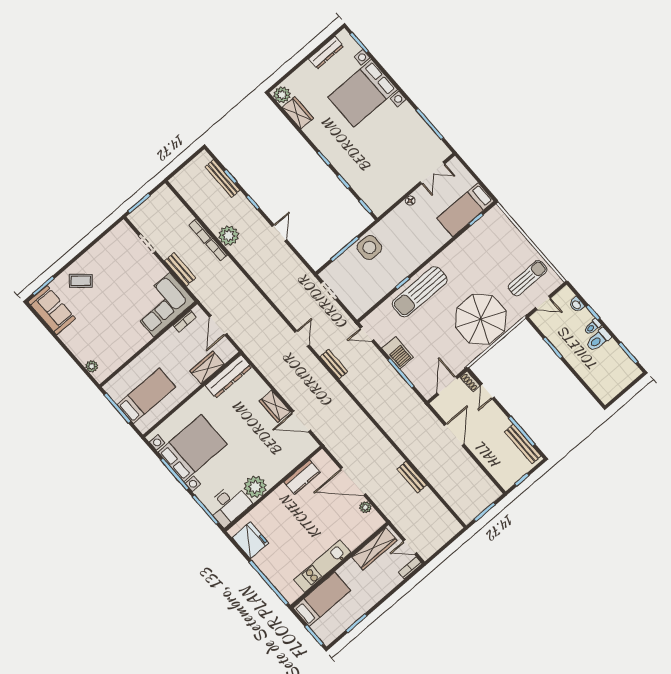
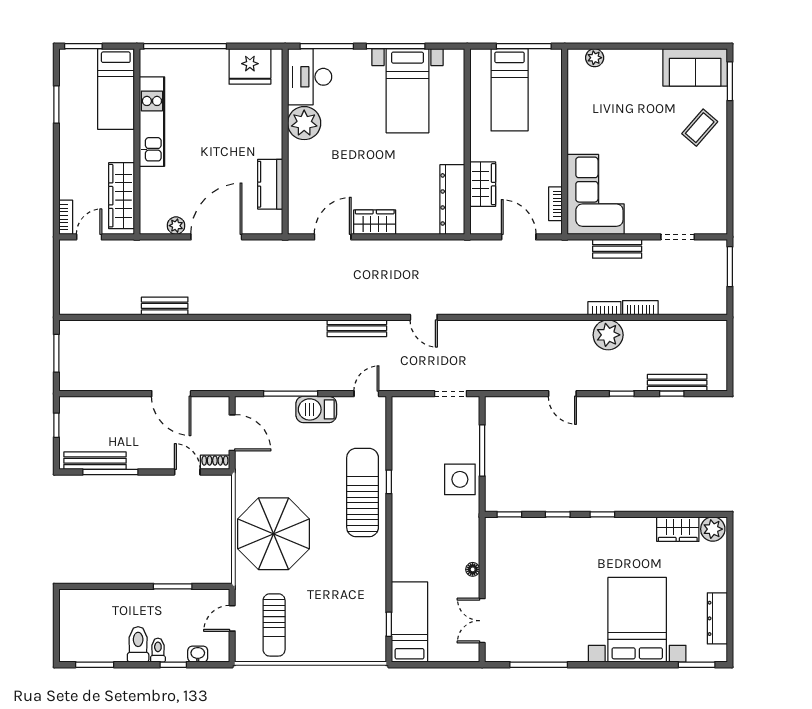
bench: (334, 364) -> (357, 328), width x1.36
bed with nightstands: (192, 448) -> (407, 91), width x0.73

